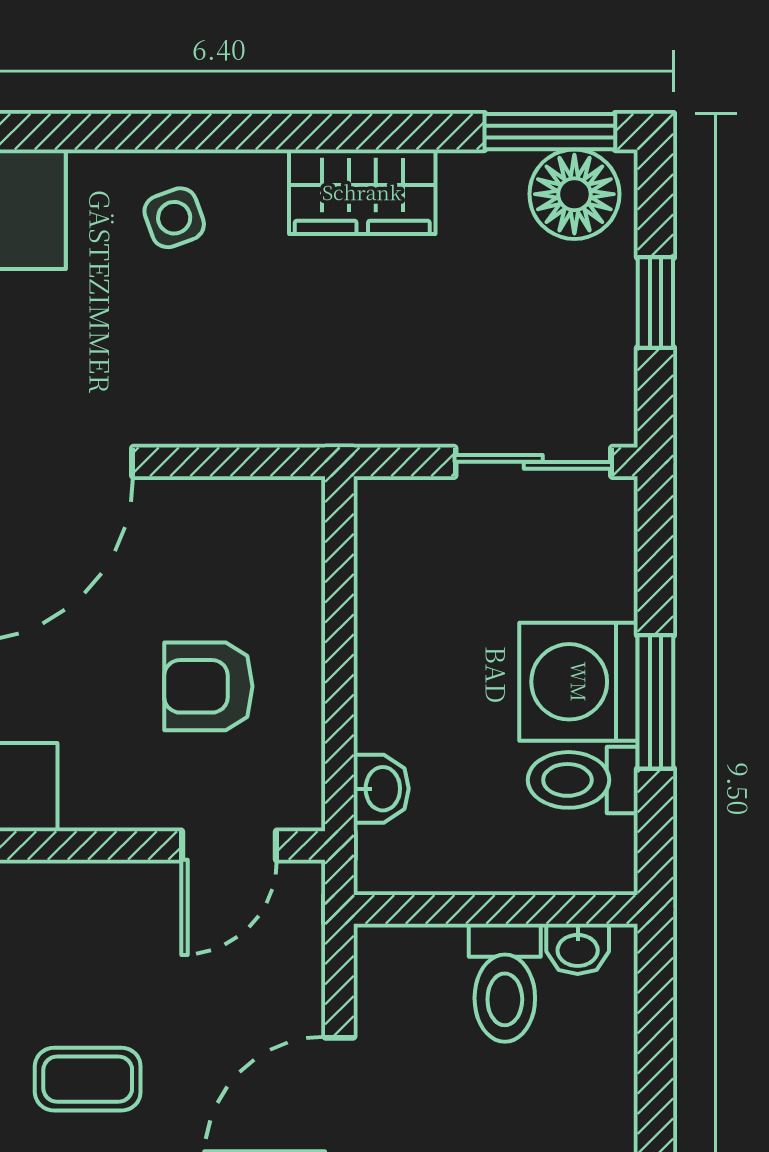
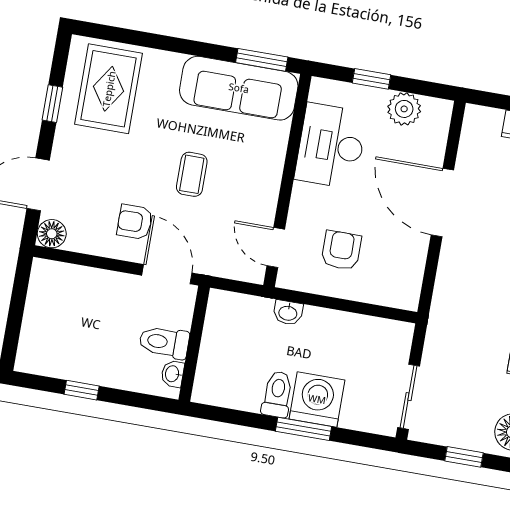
wall: (496, 909) -> (194, 344), moved
washbasin: (578, 949) -> (173, 374), moved
toilet: (505, 983) -> (164, 342), moved

